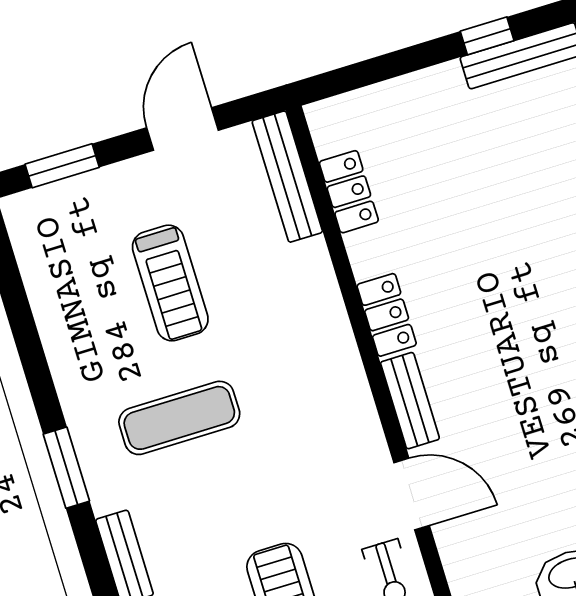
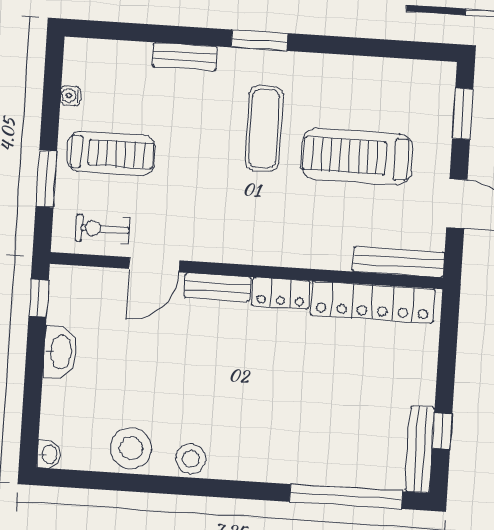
locker: (349, 192) -> (373, 302), width x2.16, depth x1.21
treadmill: (170, 283) -> (357, 157), width x1.37, depth x1.38

